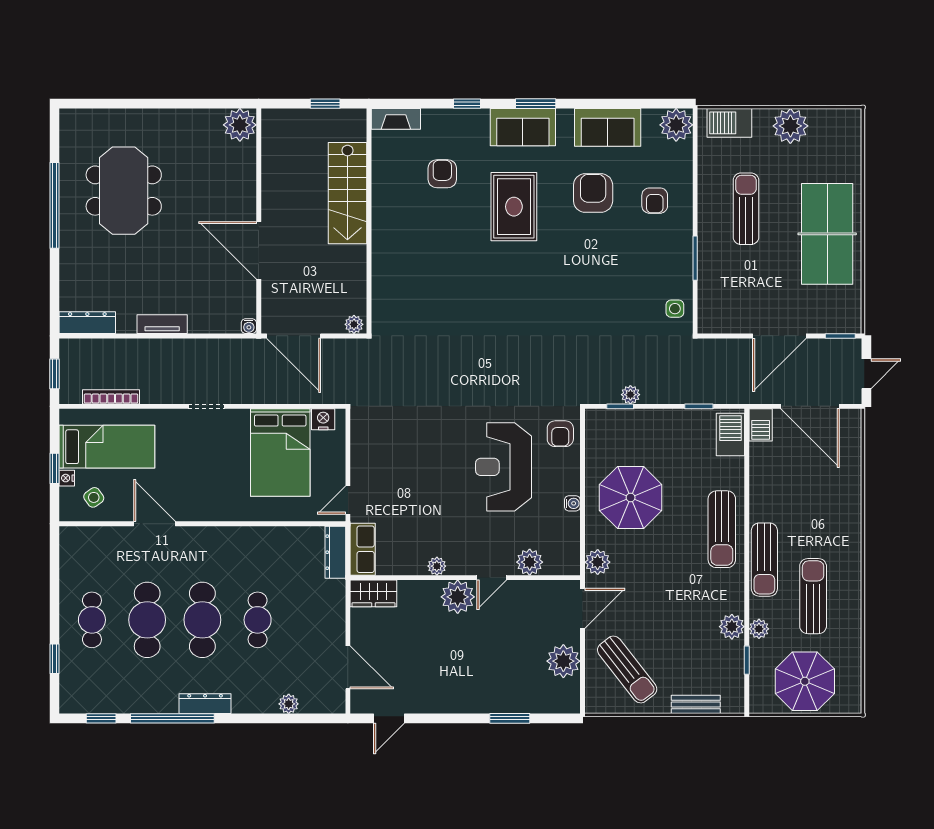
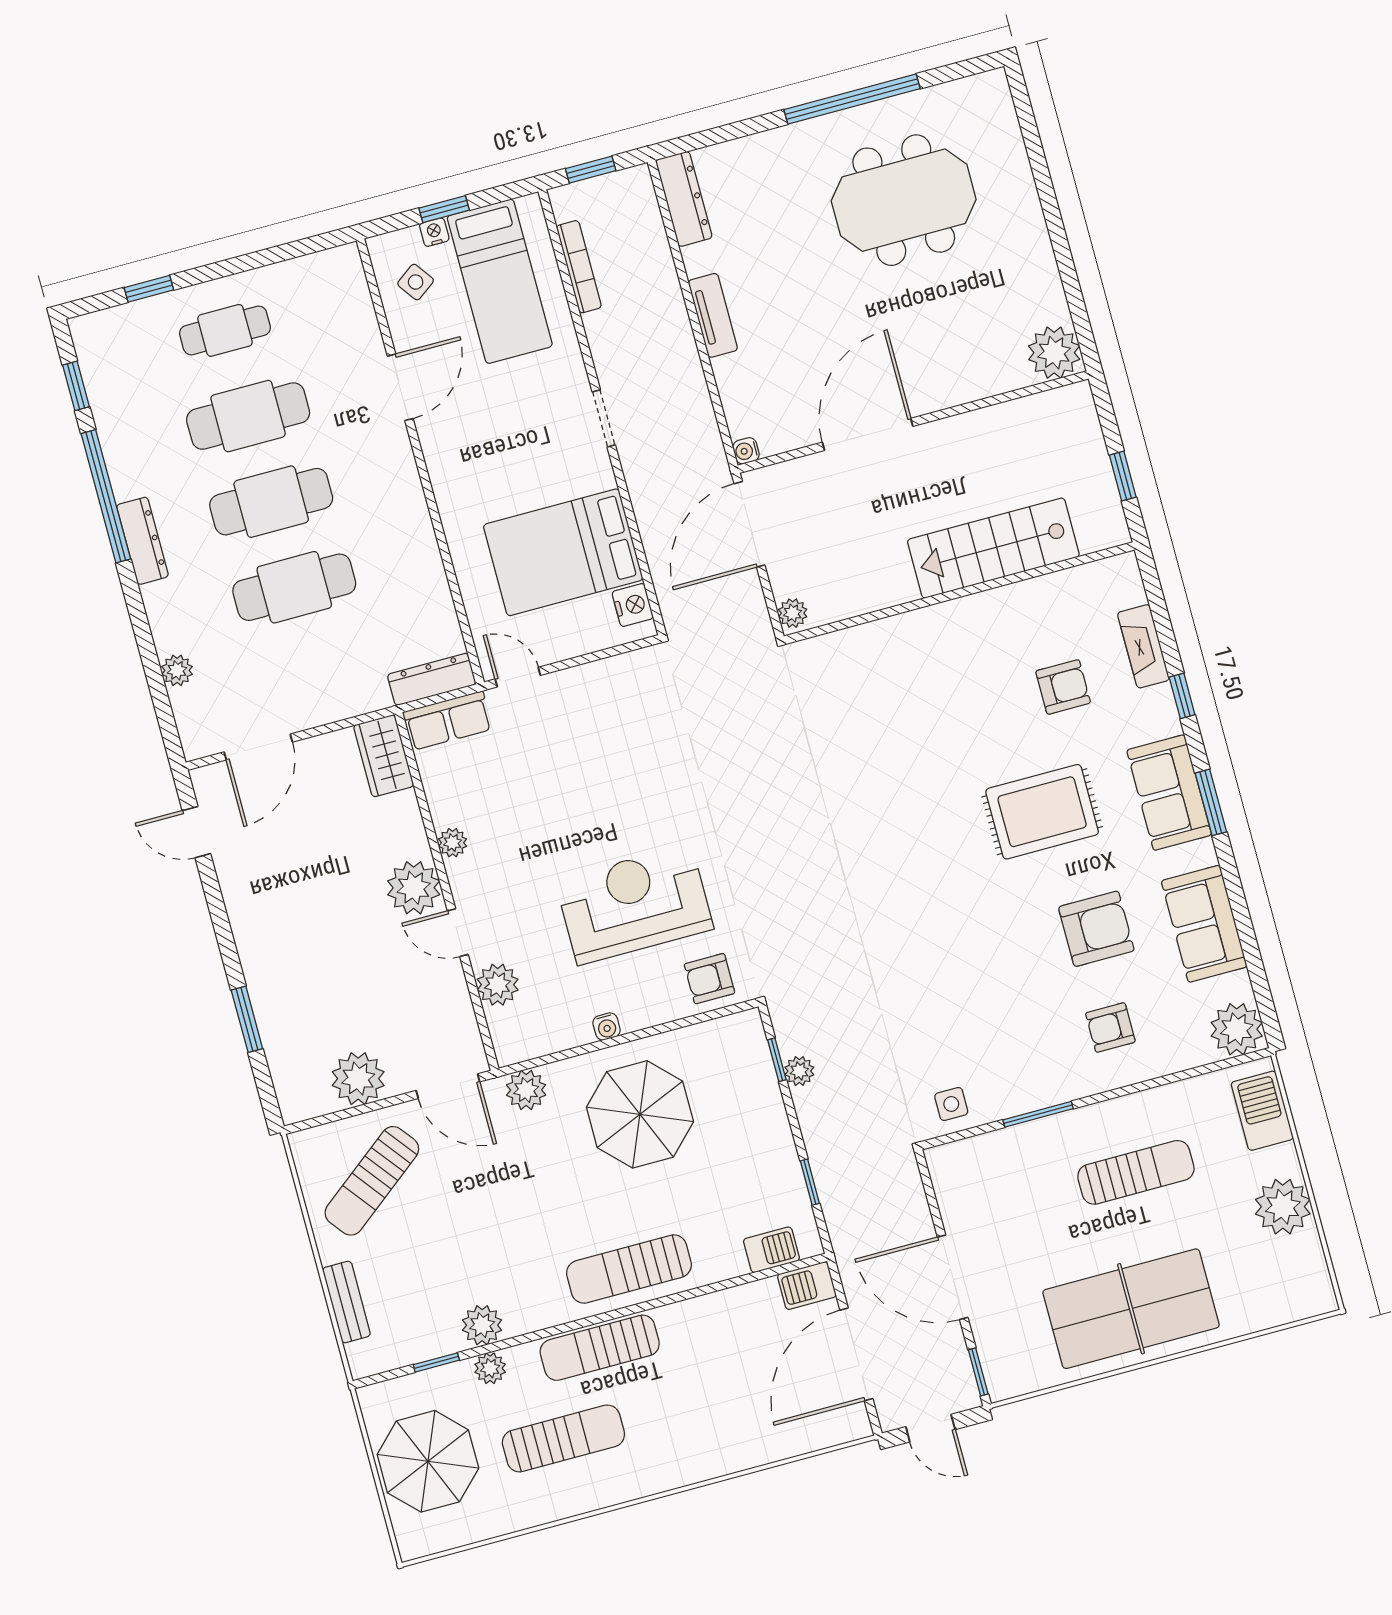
fireplace: (396, 119) -> (1143, 646), moved
barbecue: (730, 435) -> (771, 1250), width x0.73, depth x0.79
cafe table: (258, 620) -> (294, 587), width x1.37, depth x1.35

